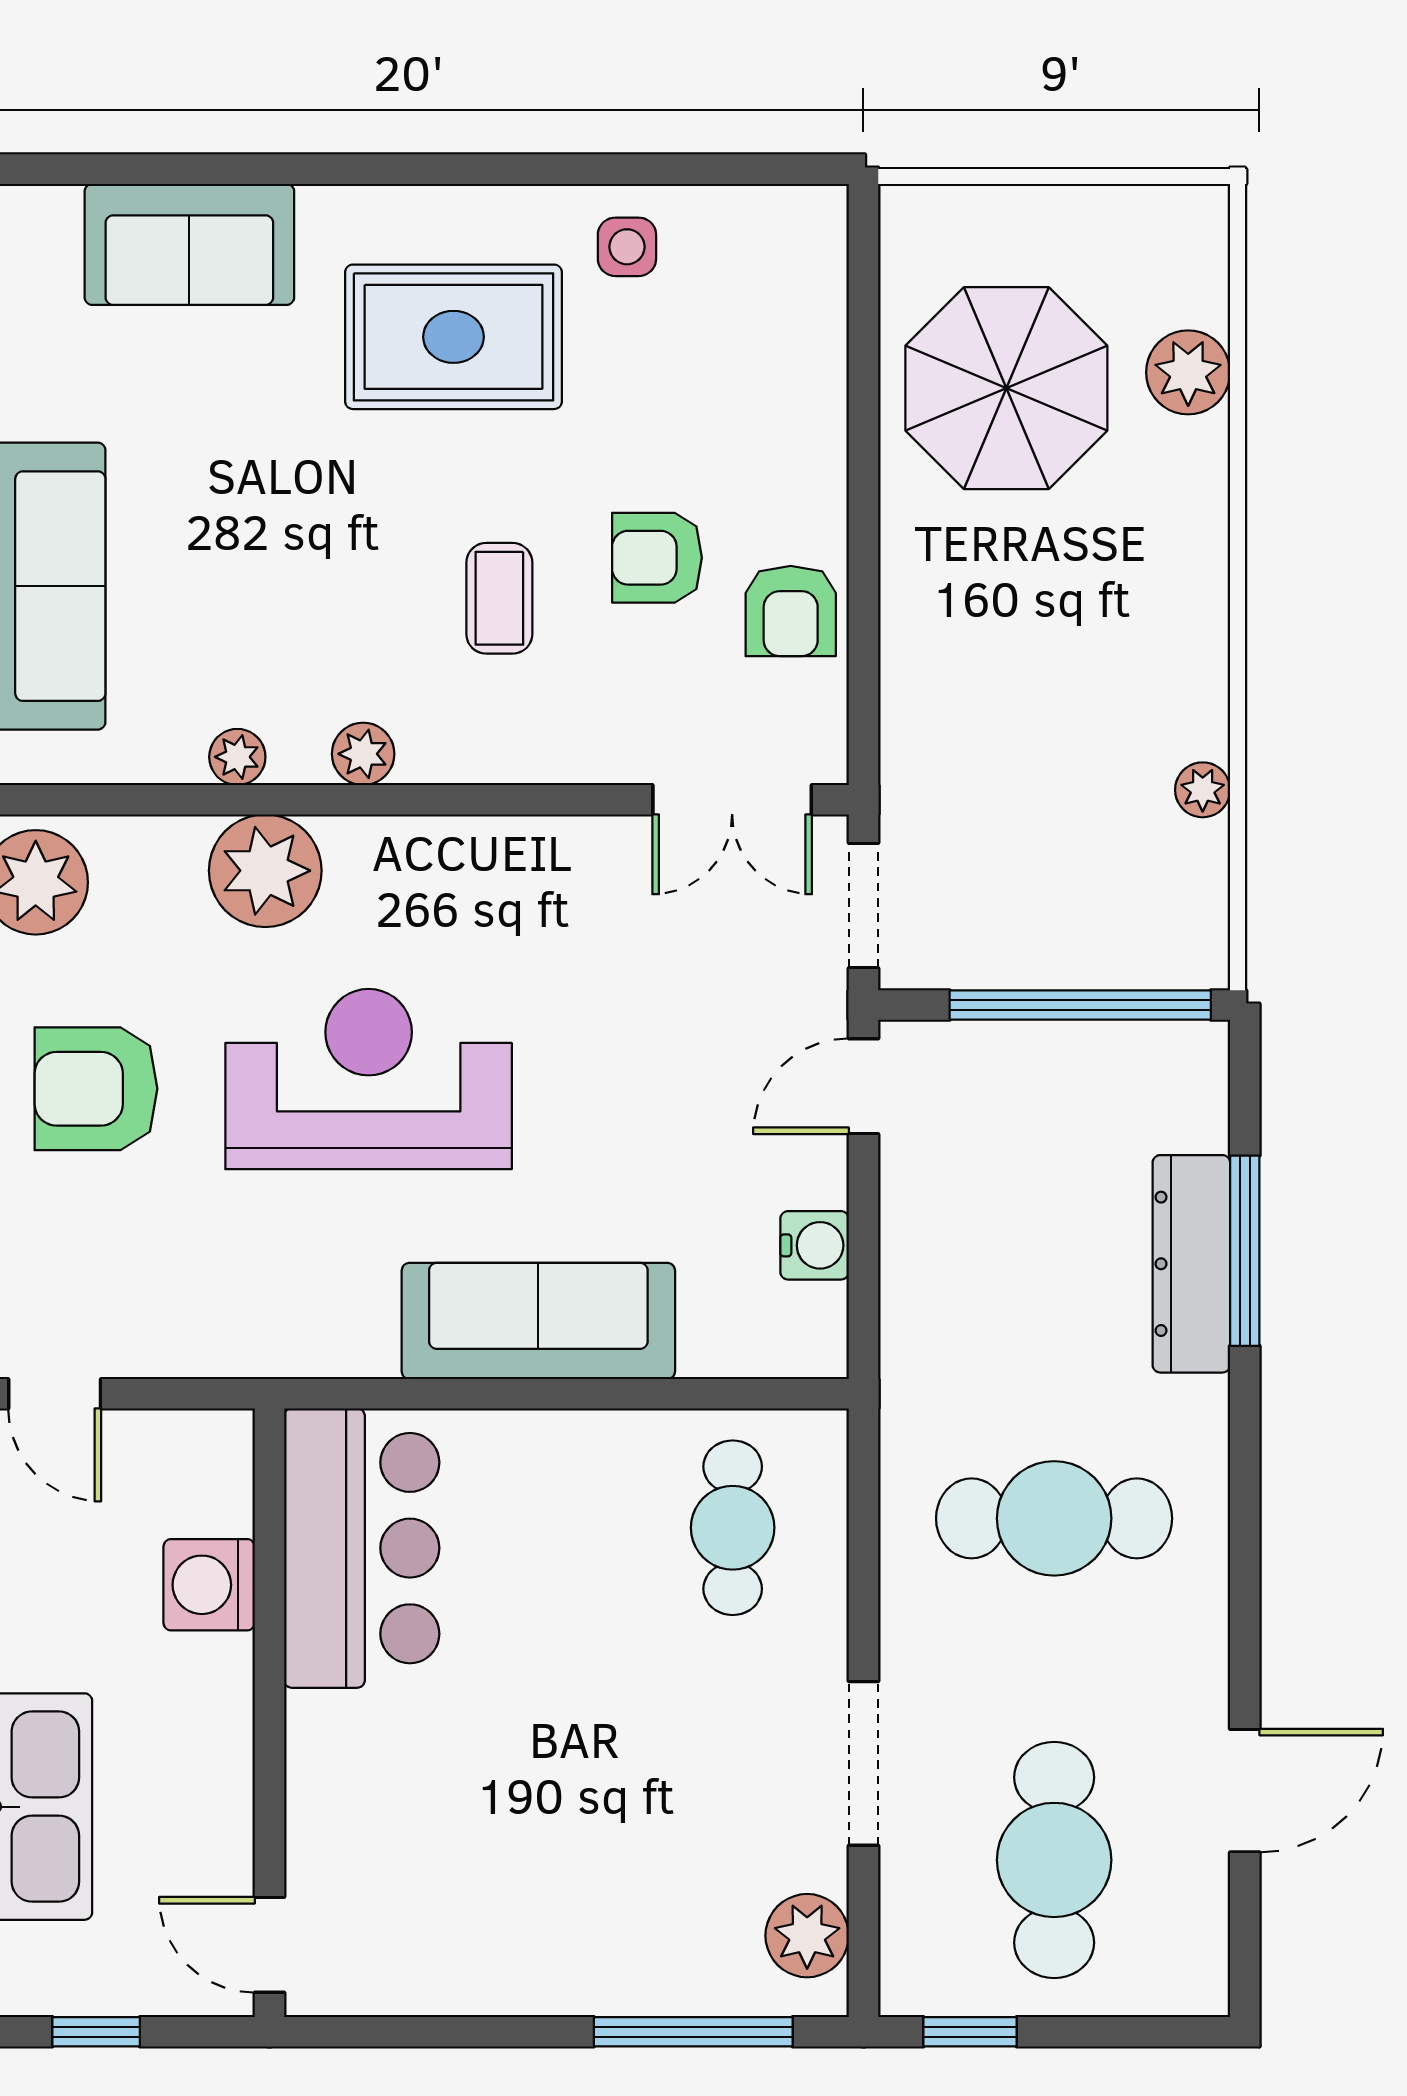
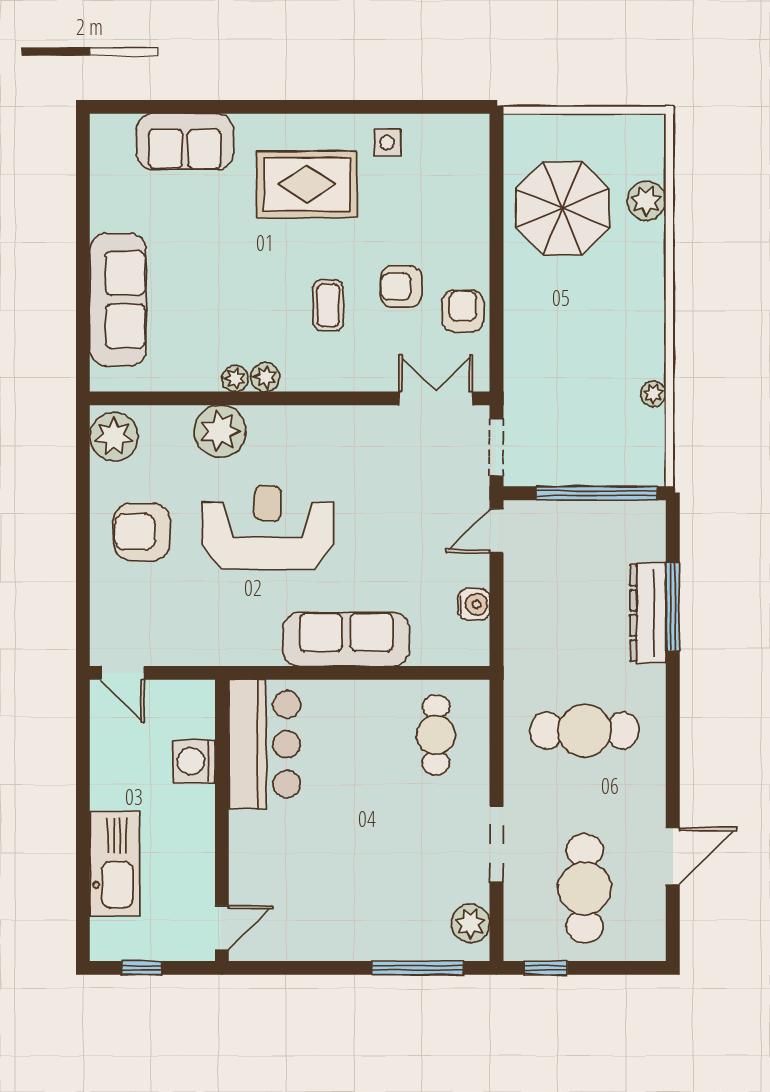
armchair: (791, 611) -> (463, 311), turned 180
plant: (237, 757) -> (235, 379), moved
double door: (732, 800) -> (436, 398), swing flipped
door: (269, 1945) -> (222, 928), swing flipped

